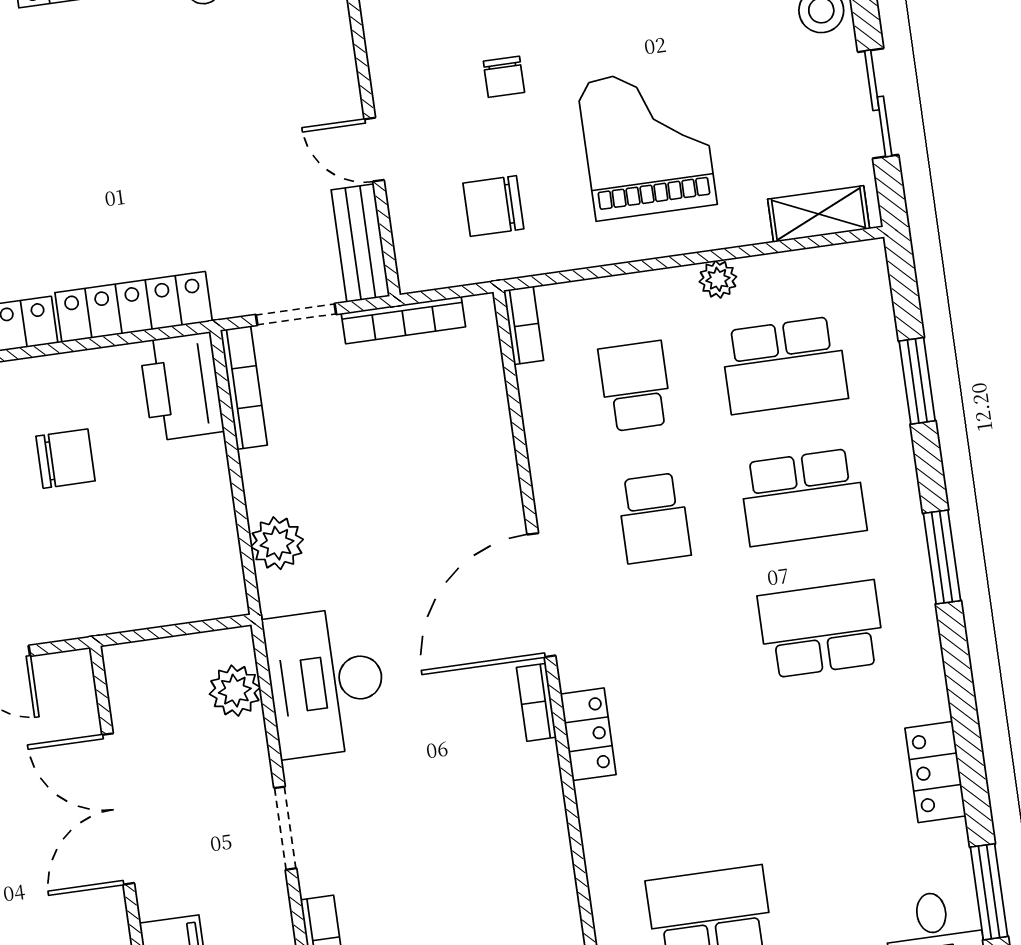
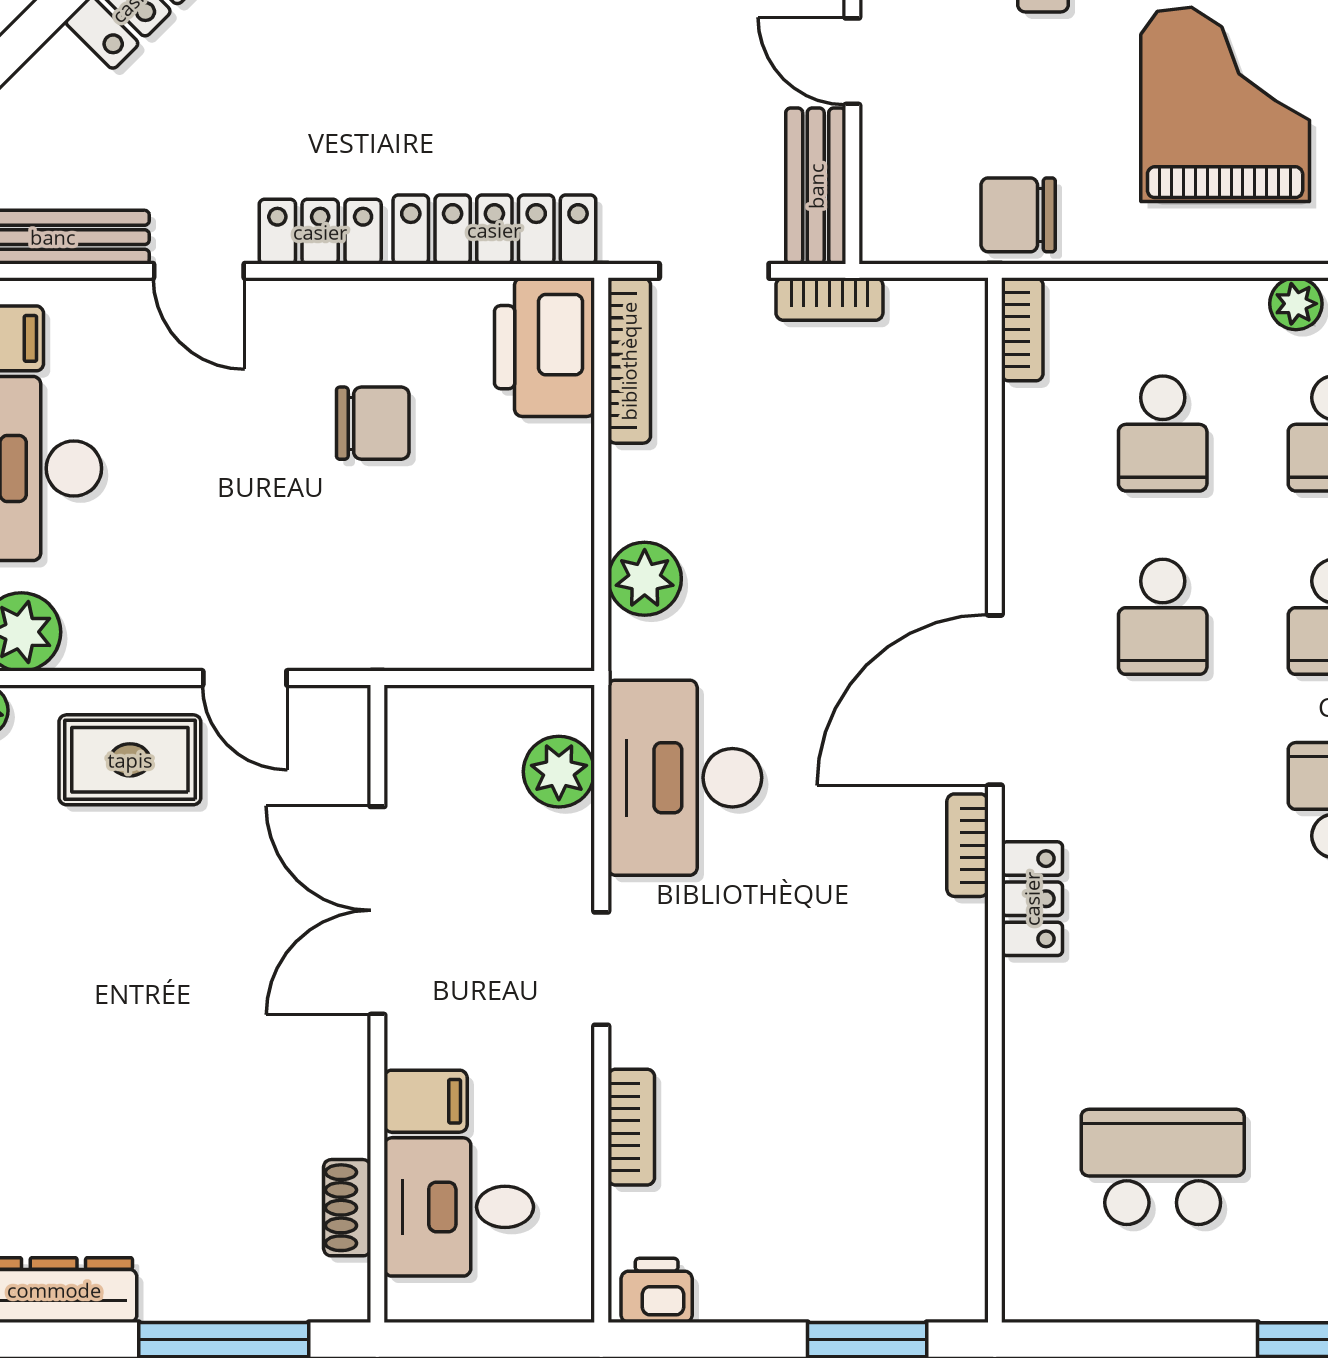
chair: (493, 206) -> (1018, 215), moved
bookcase: (403, 320) -> (829, 299), width x0.64
school desk: (635, 386) -> (1163, 433), turned 180

